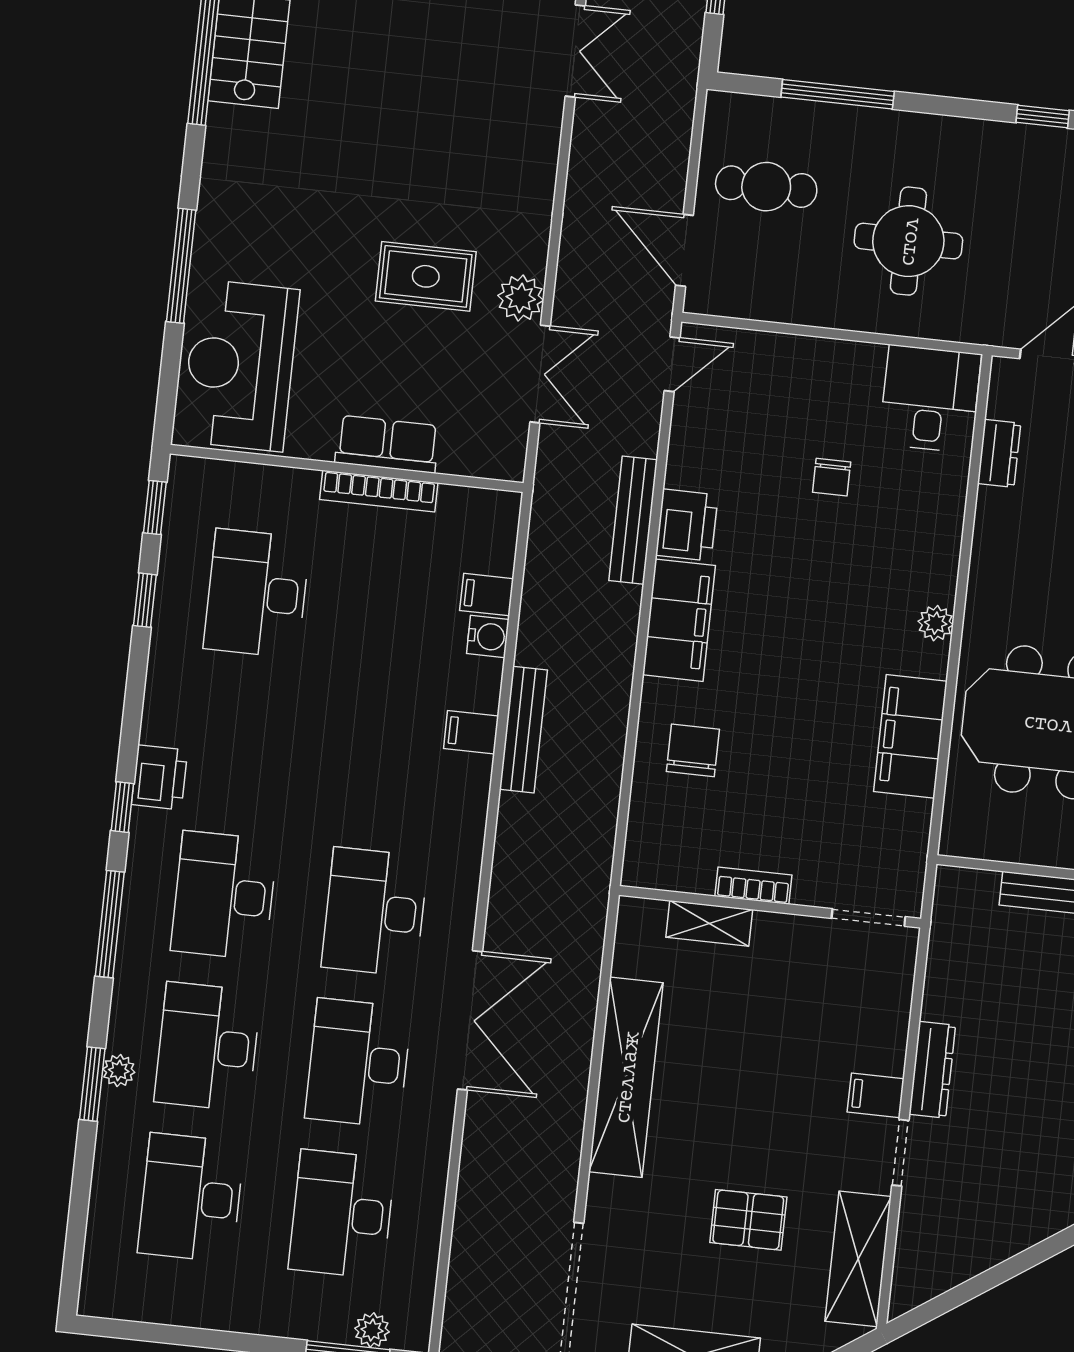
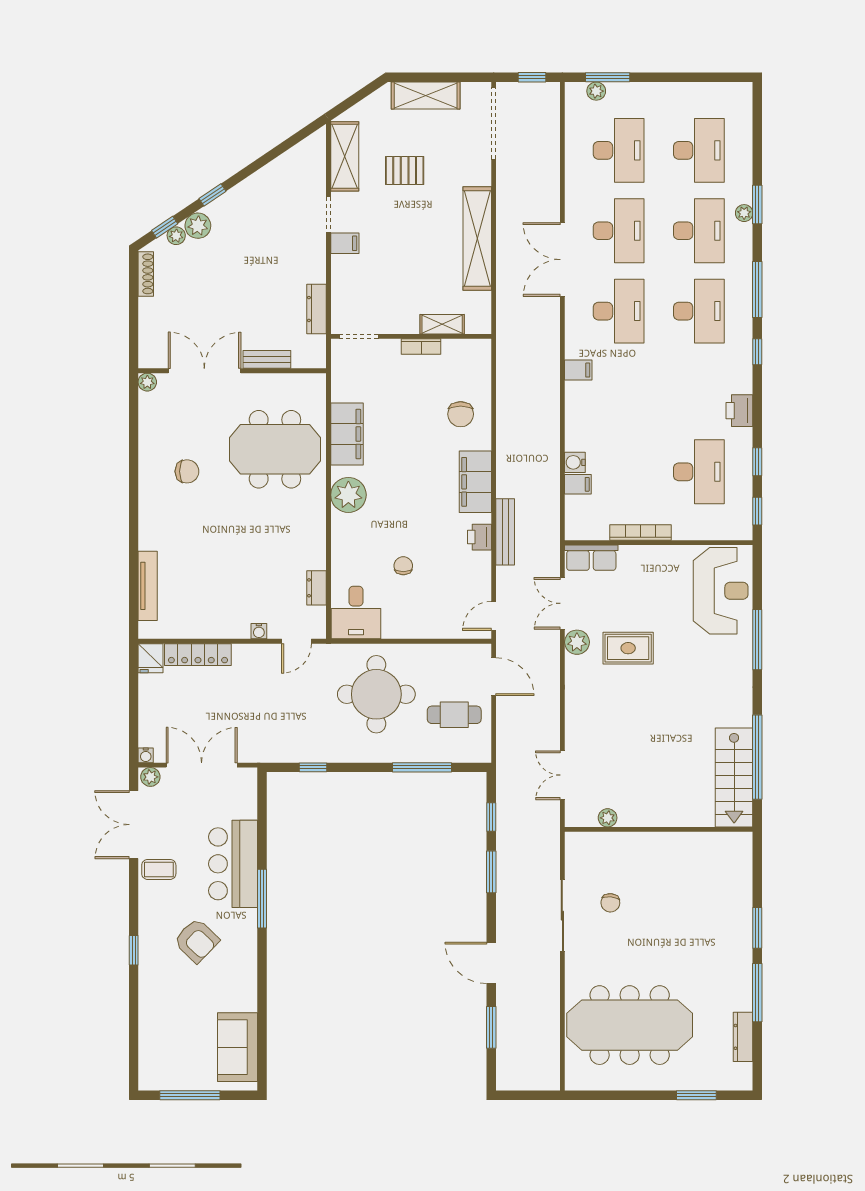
round table: (908, 241) -> (376, 694), width x1.36, depth x1.36
row of seats: (387, 444) -> (591, 558), moved
printer: (687, 525) -> (479, 537), width x0.73, depth x0.81
plant: (936, 623) -> (348, 495), width x1.87, depth x1.87
bench: (523, 730) -> (551, 415), removed
filing cabinet: (471, 732) -> (578, 370), moved
printer: (160, 777) -> (739, 411), moved
dresser: (932, 1070) -> (317, 309), moved

